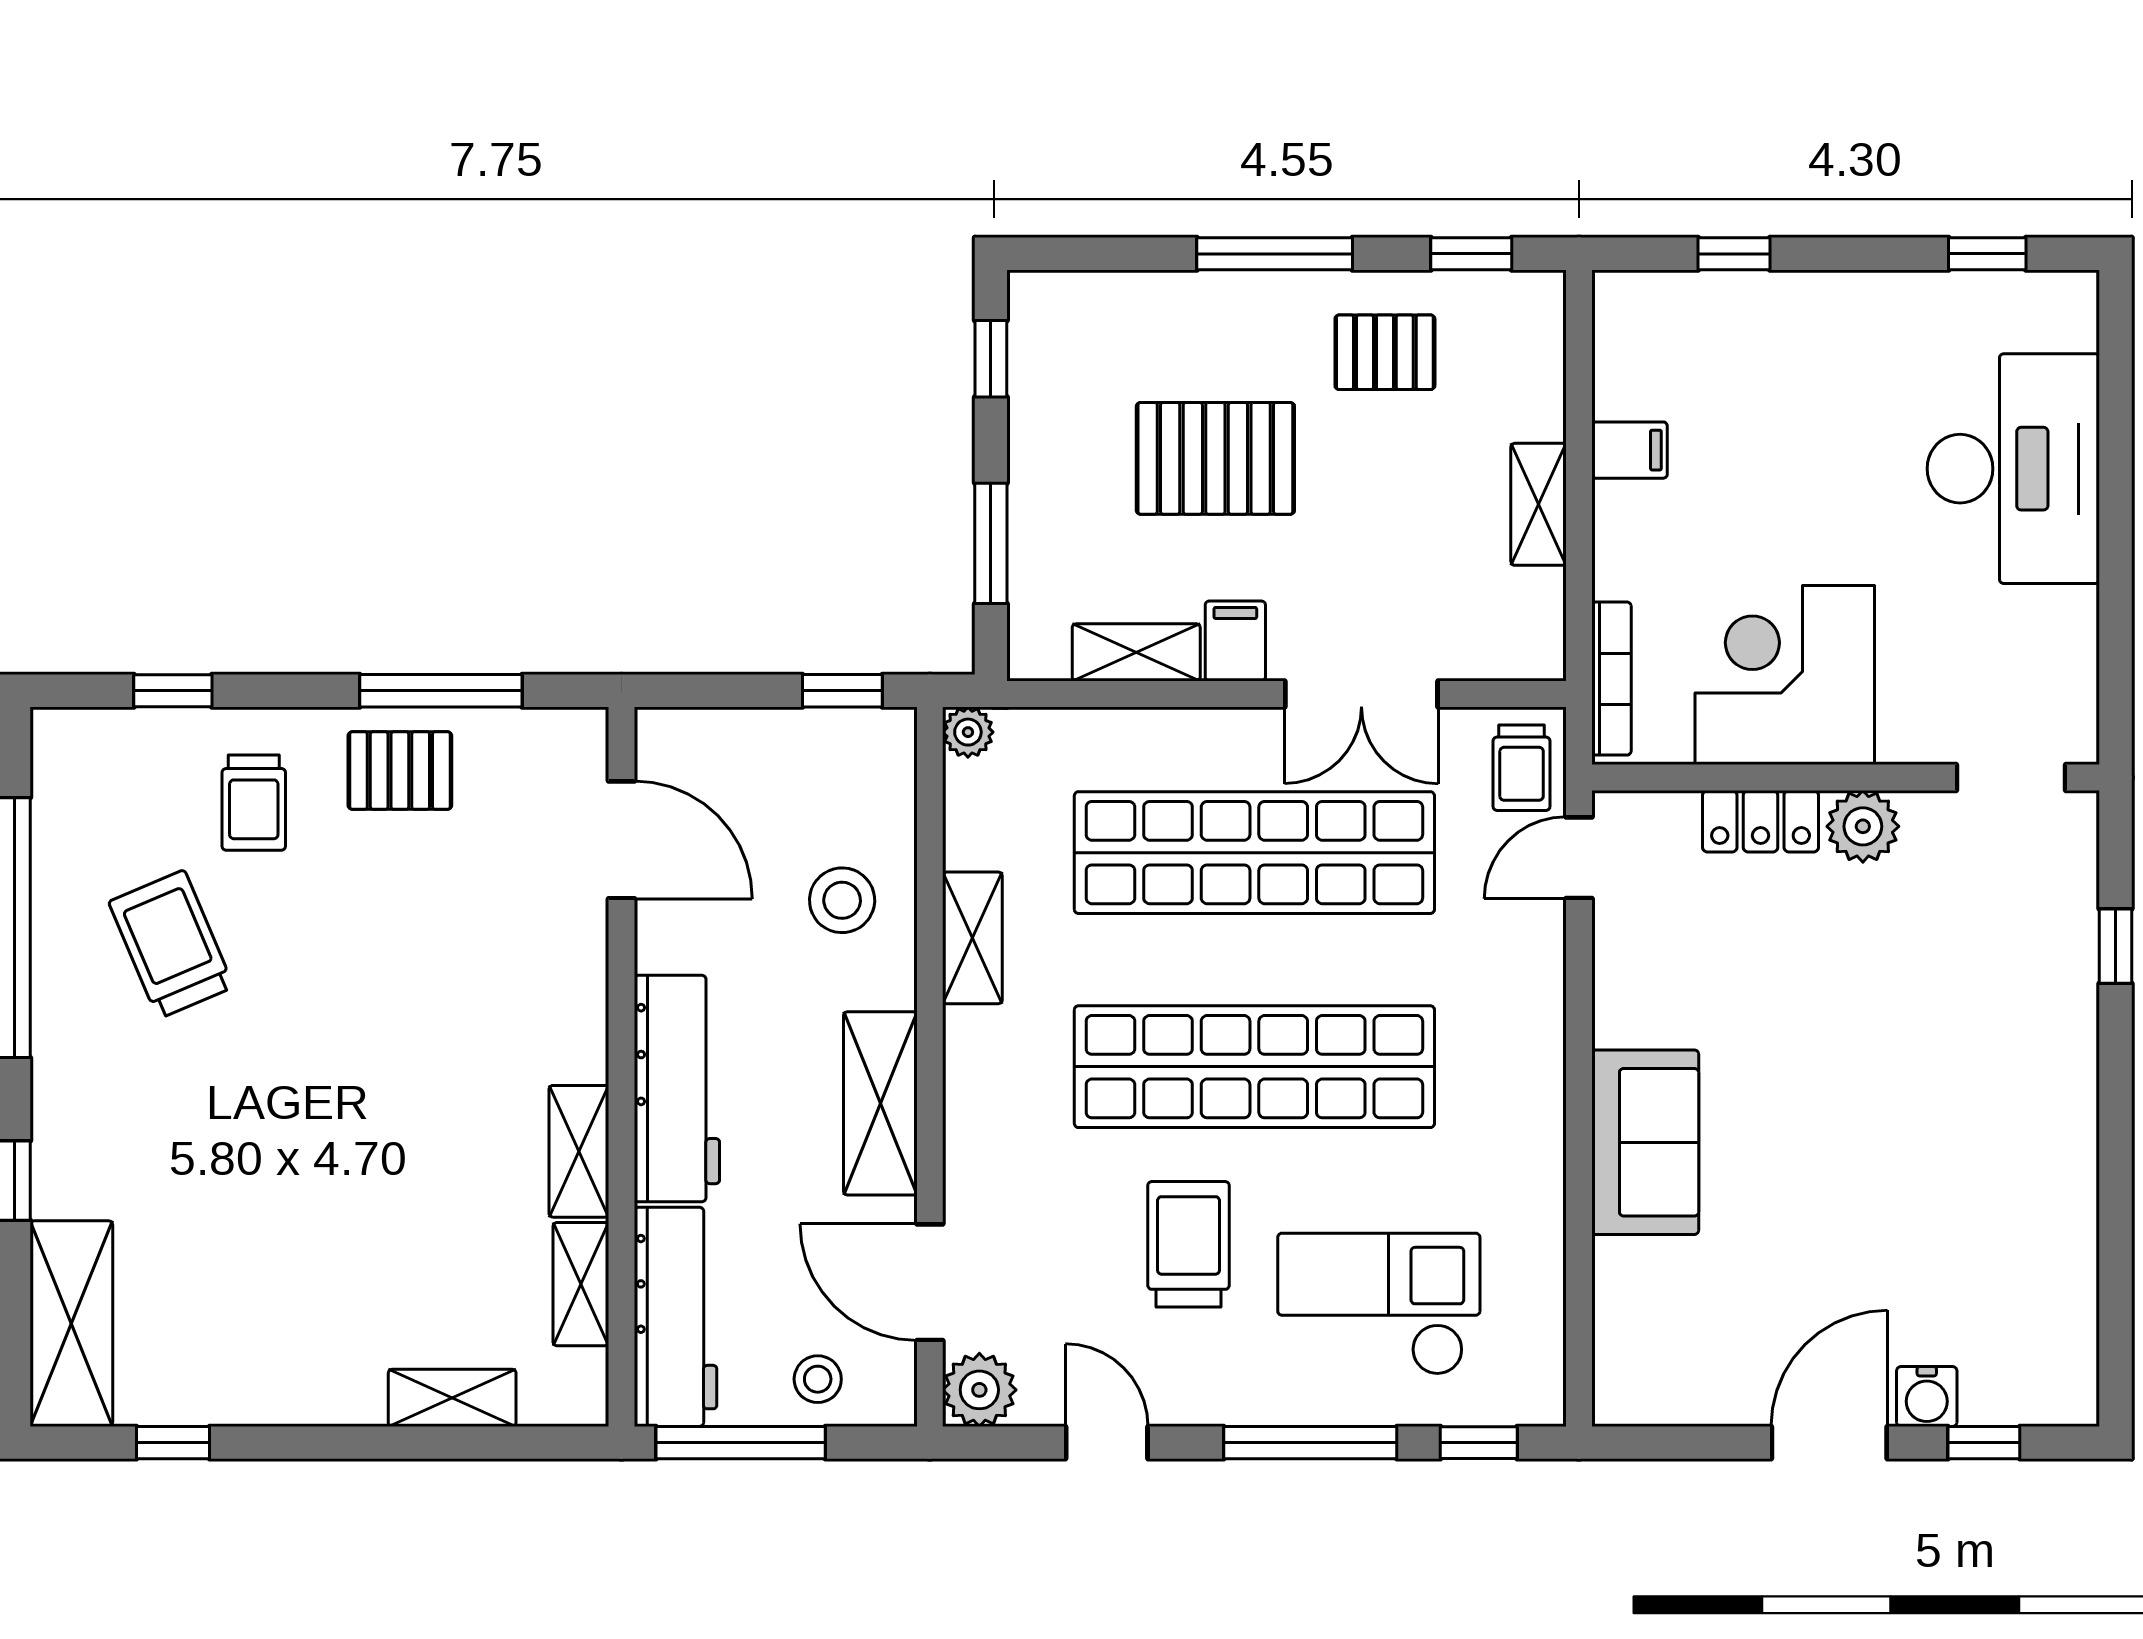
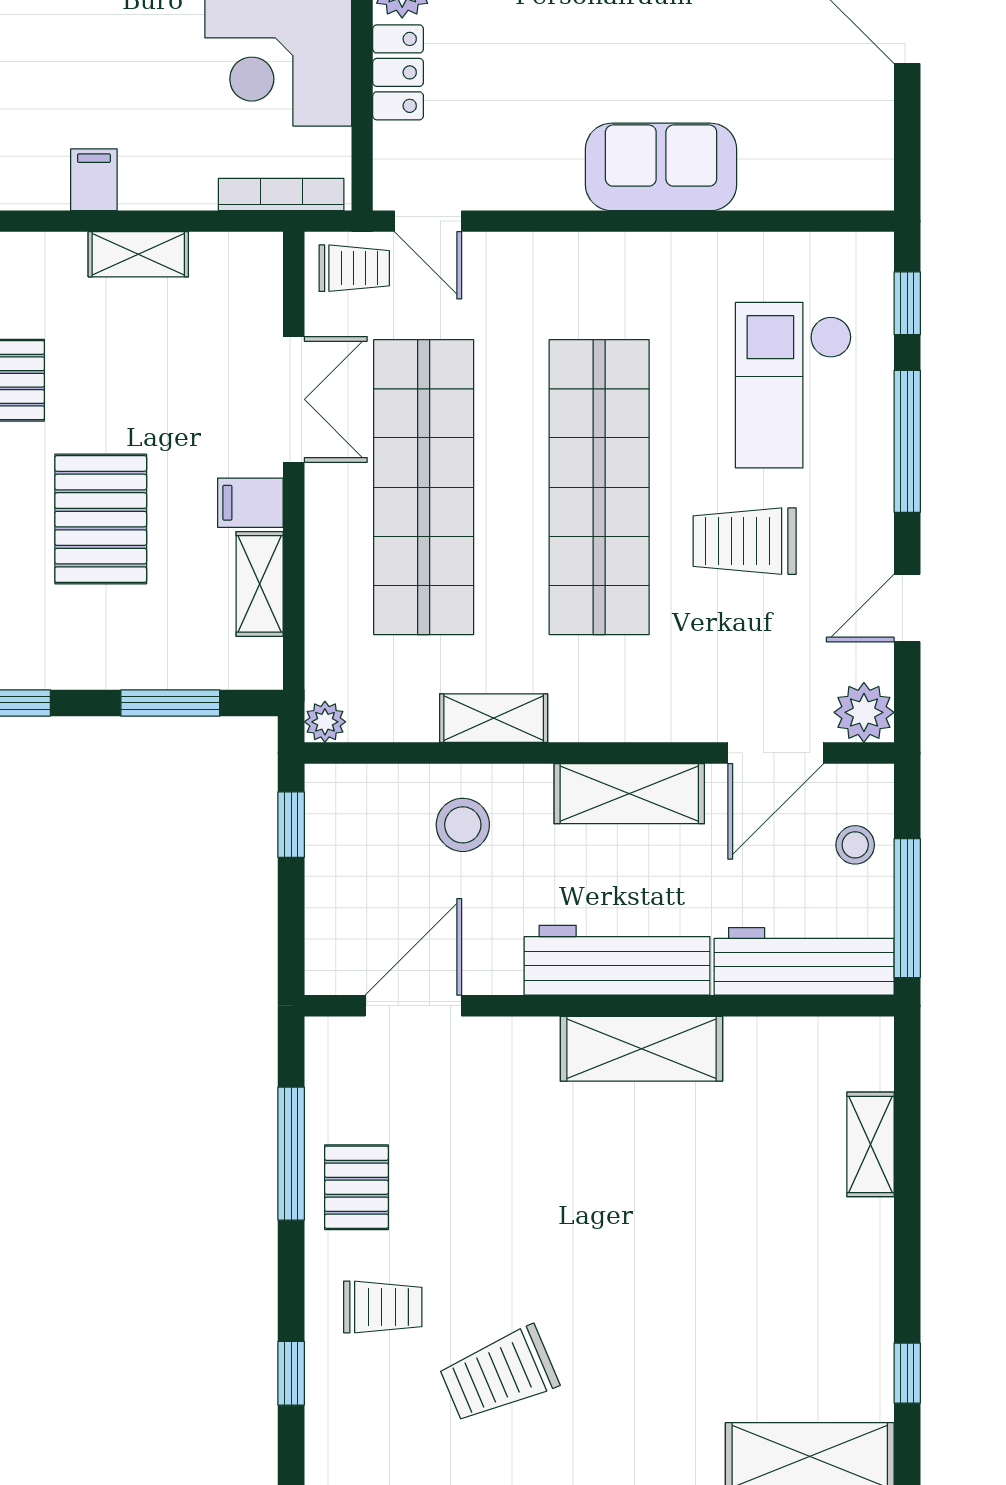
shelving: (579, 1151) -> (641, 1049), width x1.50, depth x1.33
shelving: (581, 1284) -> (777, 1039), removed

